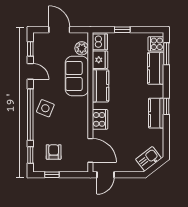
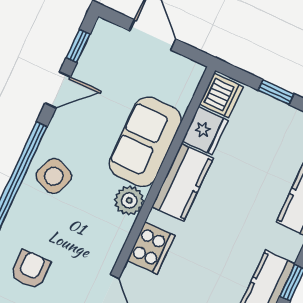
plant: (82, 48) -> (129, 200), moved
door: (30, 71) -> (58, 90), hinge flipped

